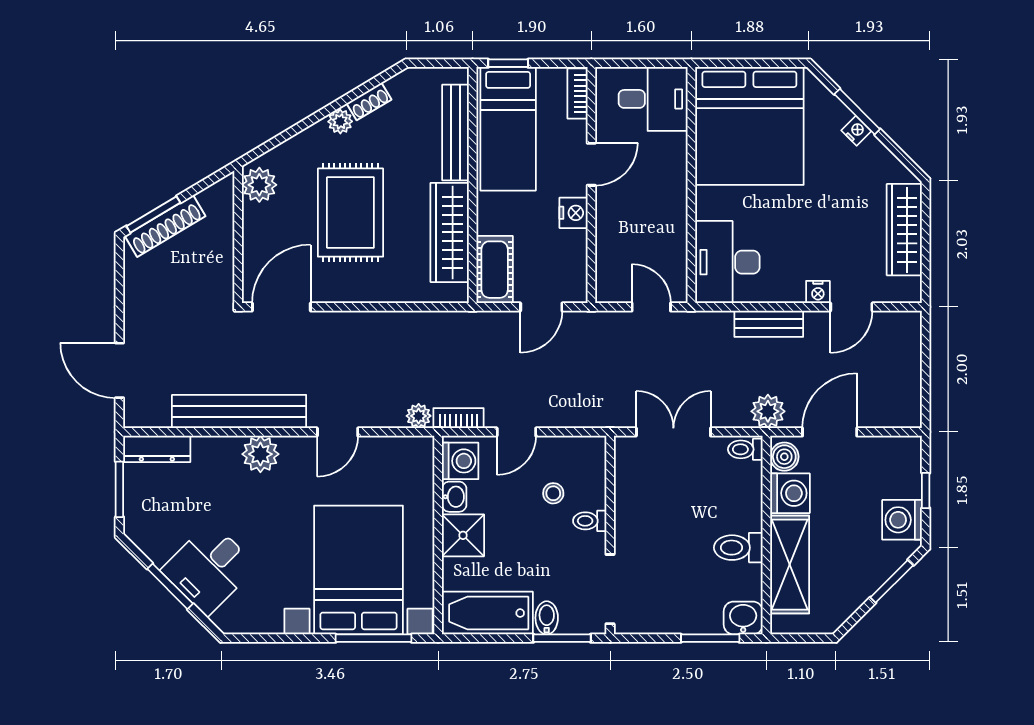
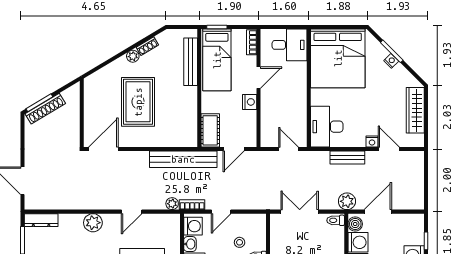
plant: (259, 185) -> (92, 88), removed
wardrobe: (450, 232) -> (188, 112), removed
door: (851, 307) -> (389, 149), swing flipped
bench: (239, 412) -> (183, 159), moved

